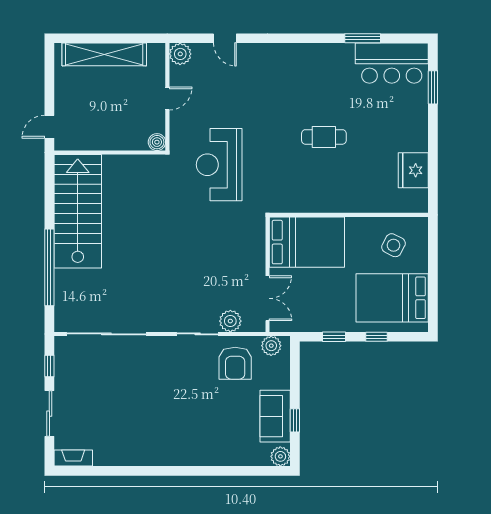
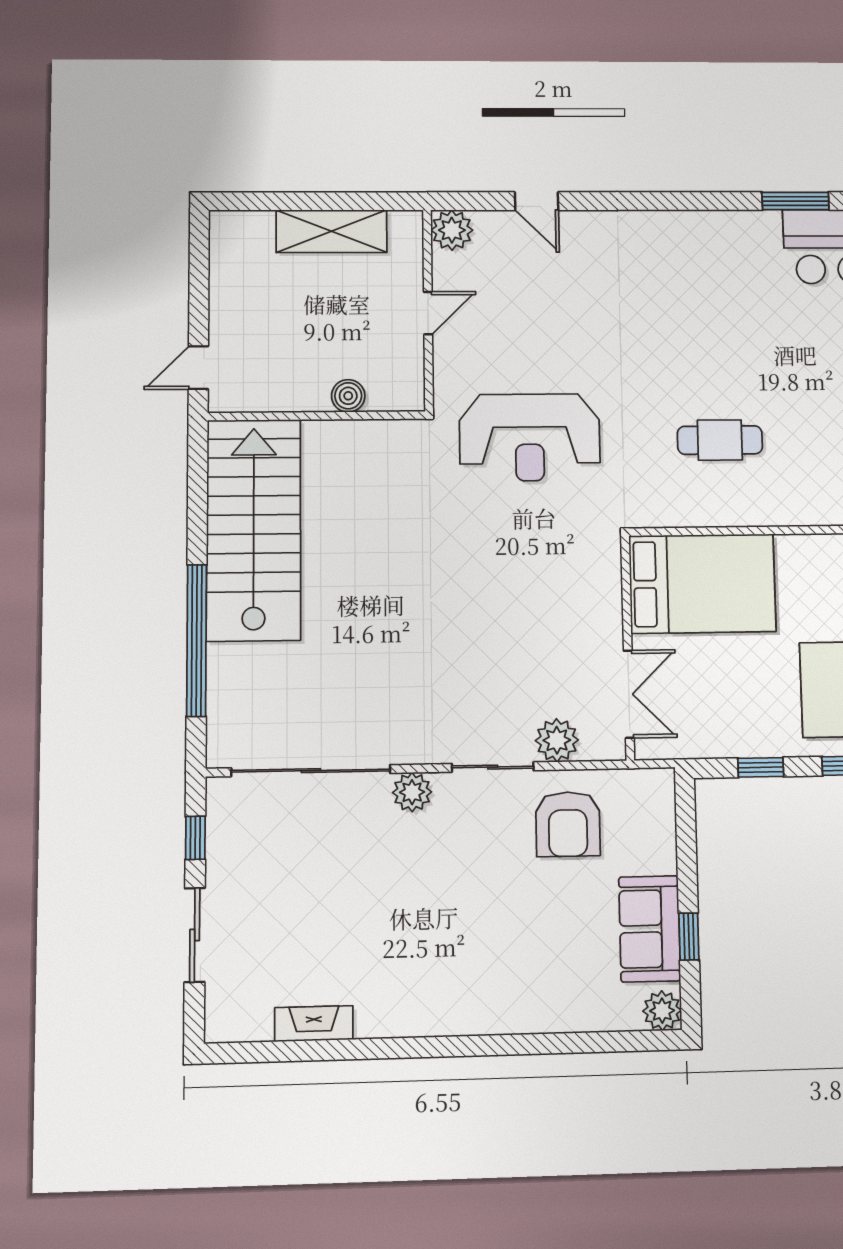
shelving: (104, 54) -> (332, 231), width x0.68
cafe table: (324, 137) -> (720, 440), moved
boiler: (157, 142) -> (348, 396), moved
reception desk: (219, 165) -> (530, 437), turned -90
plant: (271, 346) -> (412, 792), moved
fireplace: (73, 458) -> (314, 1024), moved

